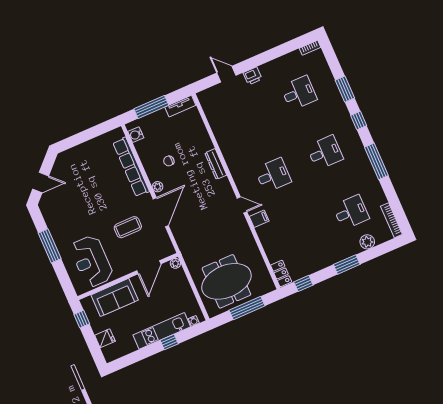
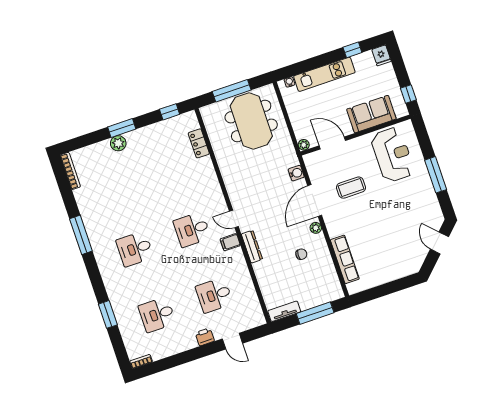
window: (359, 121) -> (96, 280), removed
water cooler: (136, 135) -> (296, 173), moved
row of seats: (131, 167) -> (345, 259), width x0.73
door: (41, 182) -> (440, 243), hinge flipped
door: (242, 205) -> (234, 219), moved
desk: (351, 212) -> (214, 295), moved
filing cabinet: (259, 219) -> (230, 242), moved
plant: (367, 242) -> (118, 143), moved
door: (149, 267) -> (332, 143), hinge flipped
locker: (281, 273) -> (199, 143), moved
meeting table: (226, 281) -> (251, 121), turned 90
fridge: (105, 338) -> (381, 55), moved, turned -90
window: (169, 342) -> (352, 50), moved

